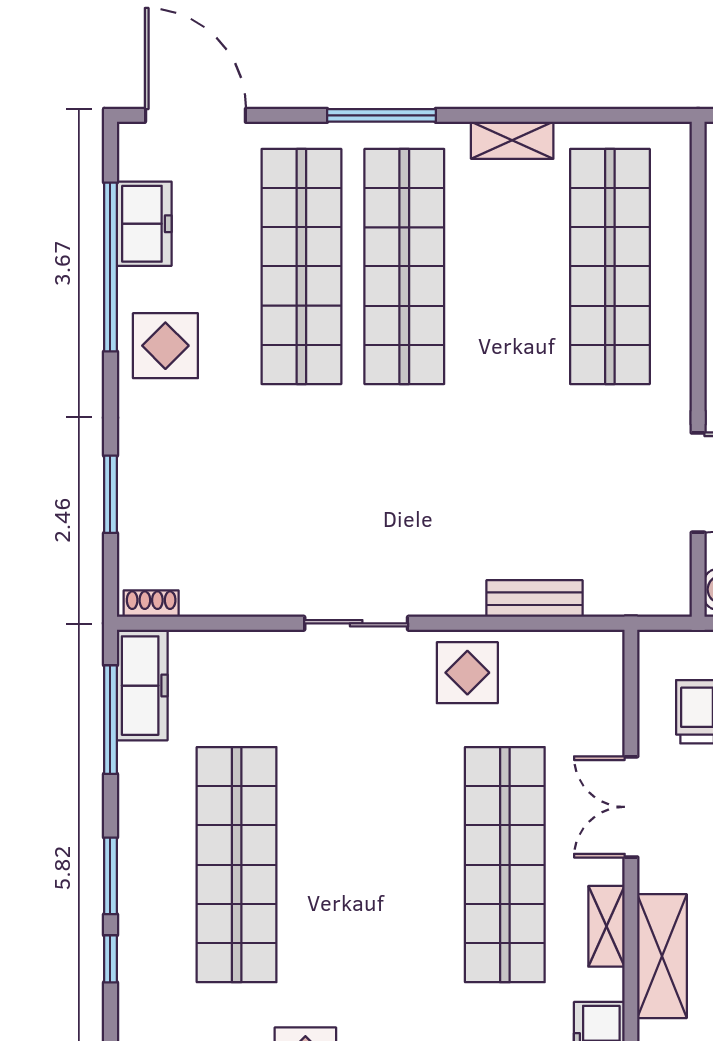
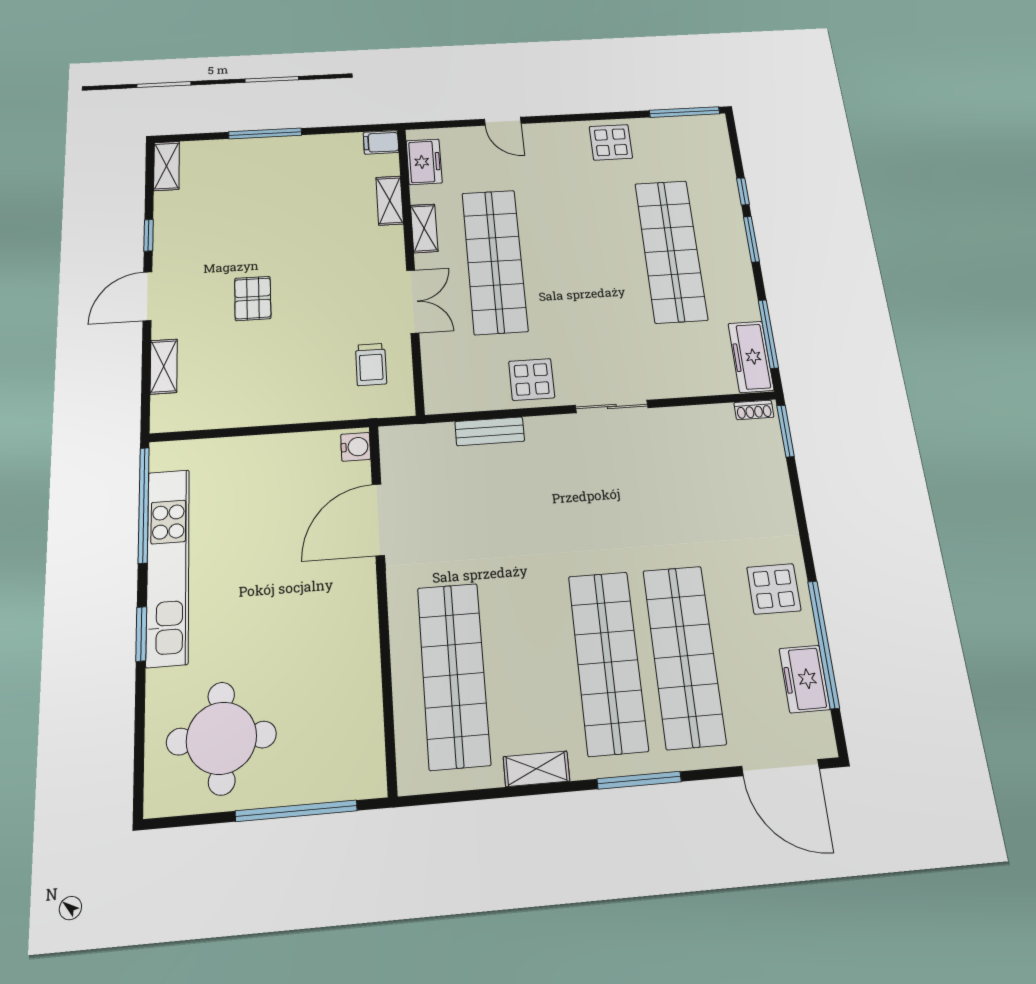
window: (110, 494) -> (786, 431), moved
shelving: (662, 956) -> (390, 201), width x0.67, depth x0.75

